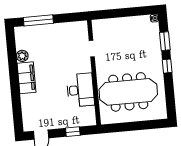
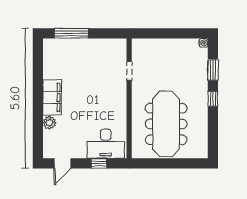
plant: (22, 56) -> (49, 123), moved
desk: (80, 90) -> (106, 144), moved, turned 90
meeting table: (128, 92) -> (166, 124), turned 90

